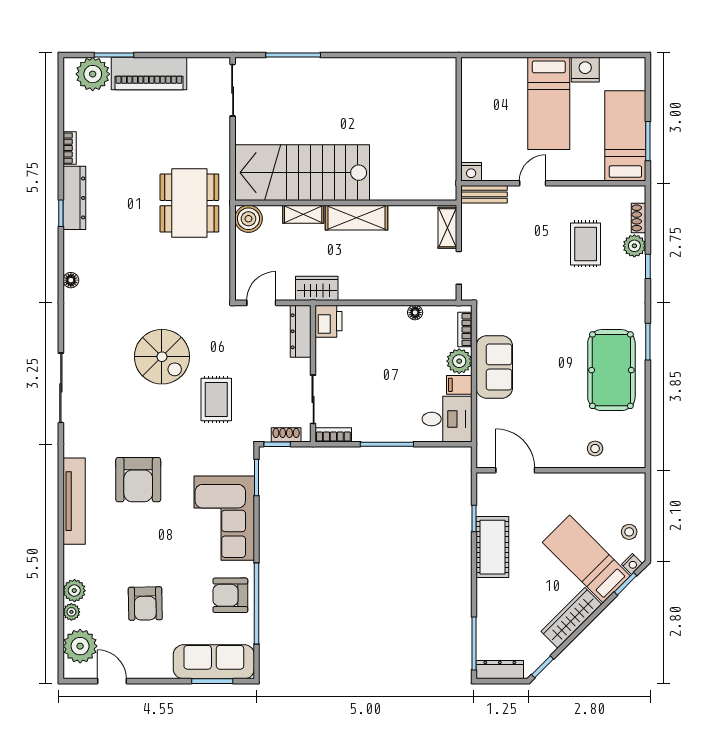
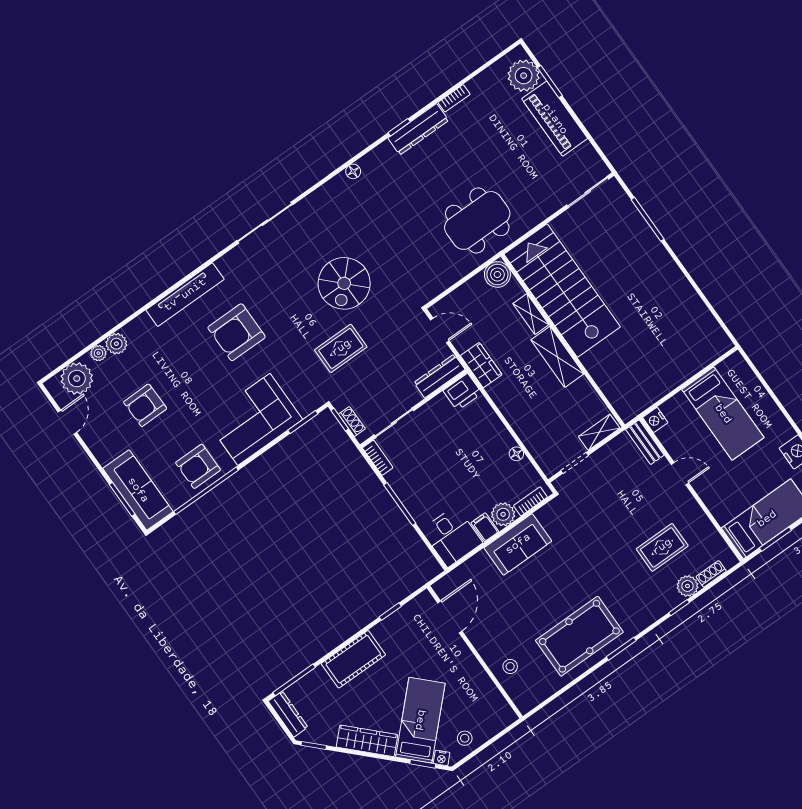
bed: (549, 103) -> (723, 414), moved, turned -90
cot: (492, 547) -> (353, 659), moved
armchair: (230, 595) -> (198, 466), turned -90

